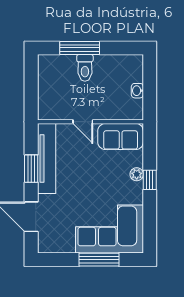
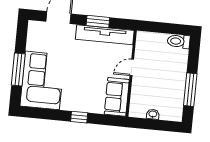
window: (80, 48) -> (190, 90), moved
toilet: (85, 68) -> (179, 41), moved
plant: (137, 174) -> (85, 107), removed

